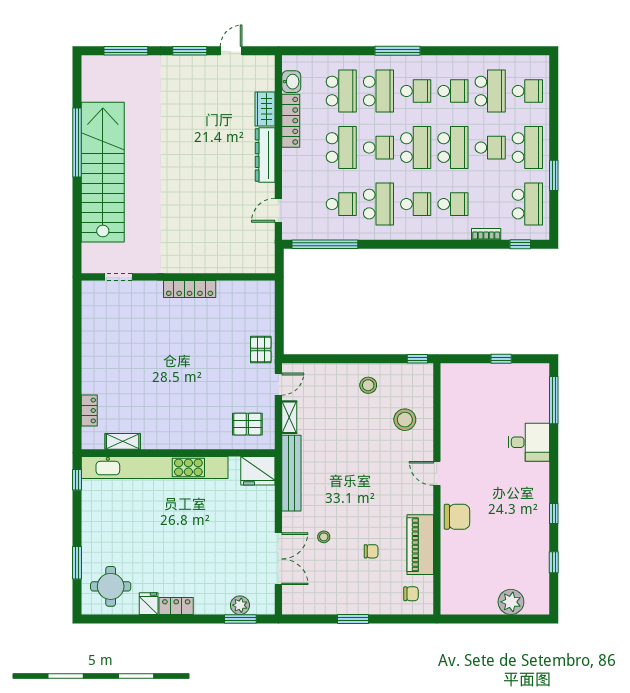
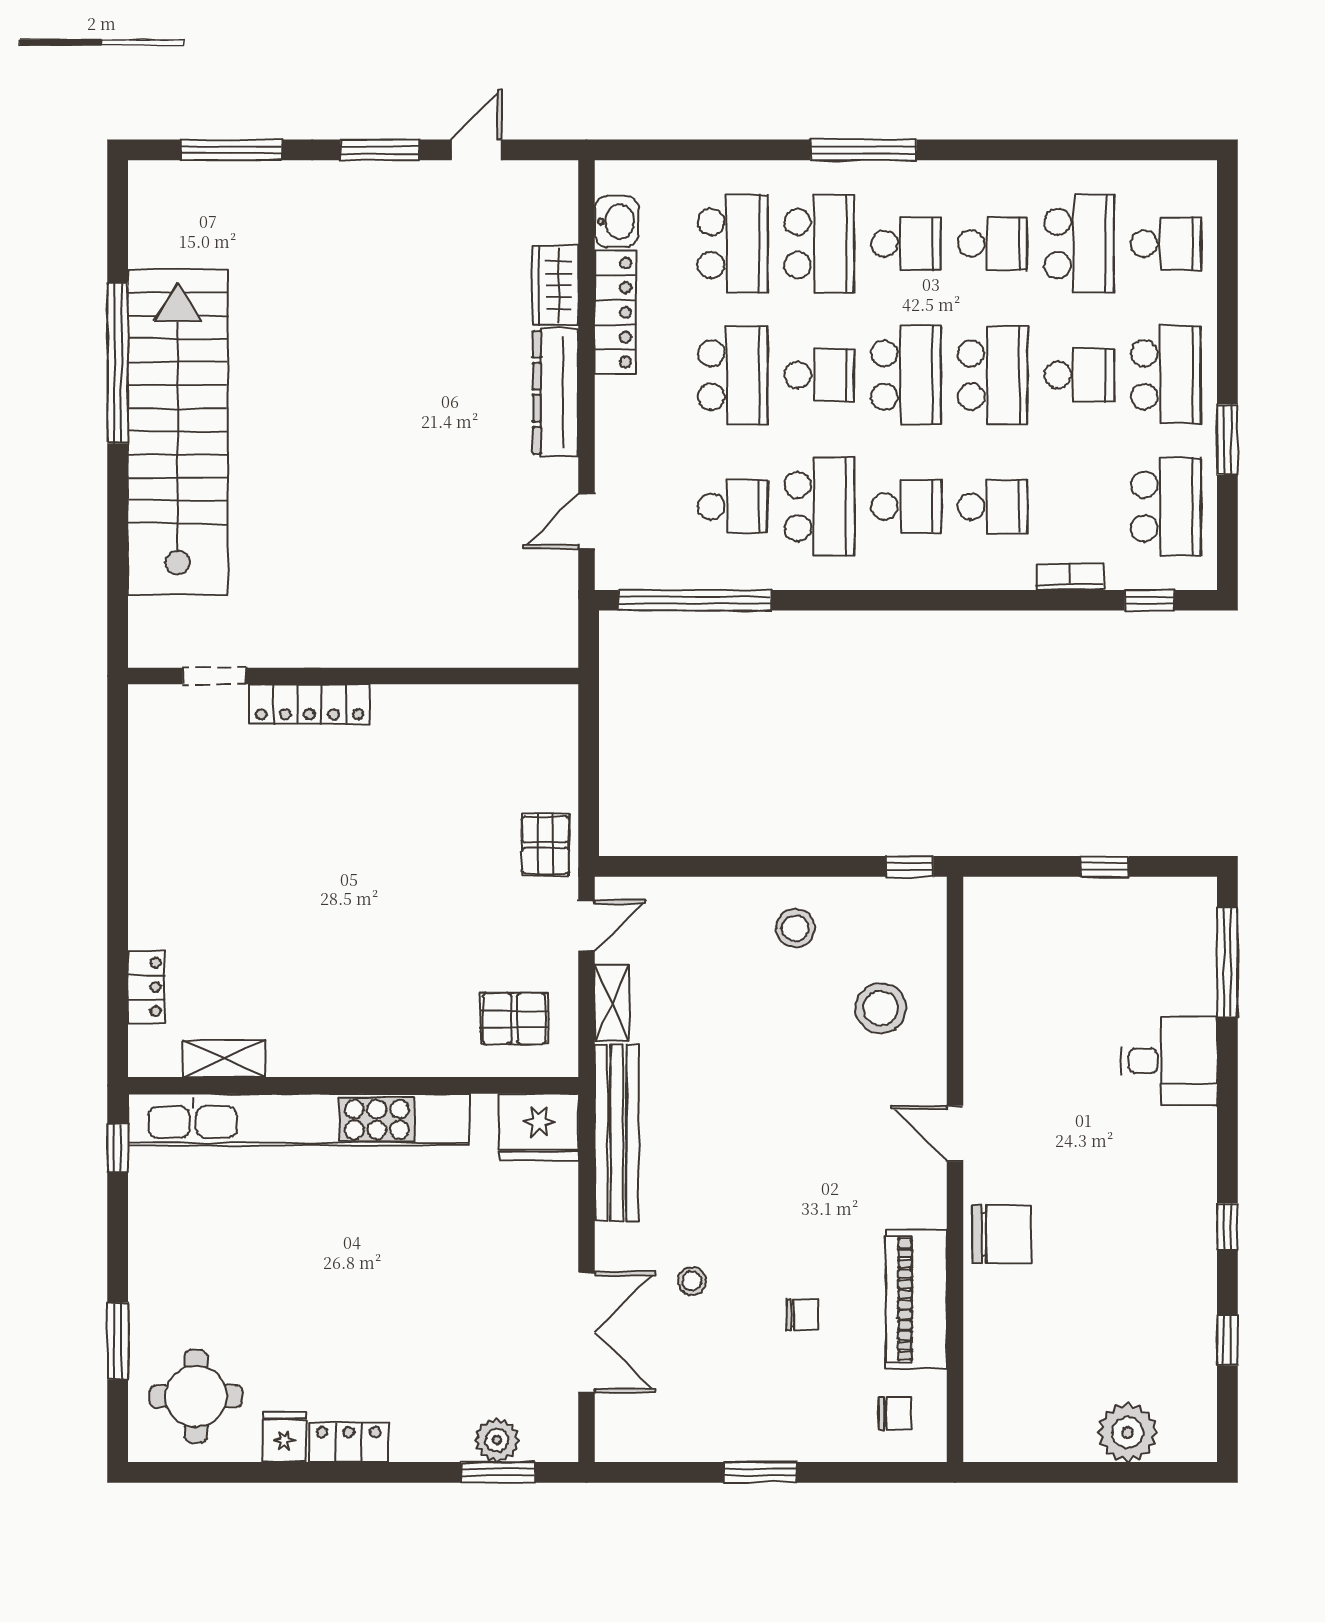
locker: (190, 289) -> (310, 704), moved

